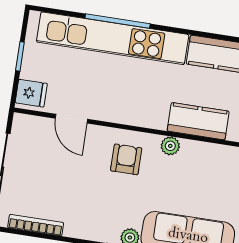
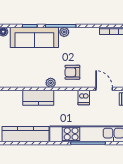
dishwasher: (112, 109) -> (84, 97), added
armchair: (126, 159) -> (72, 72), turned 90

